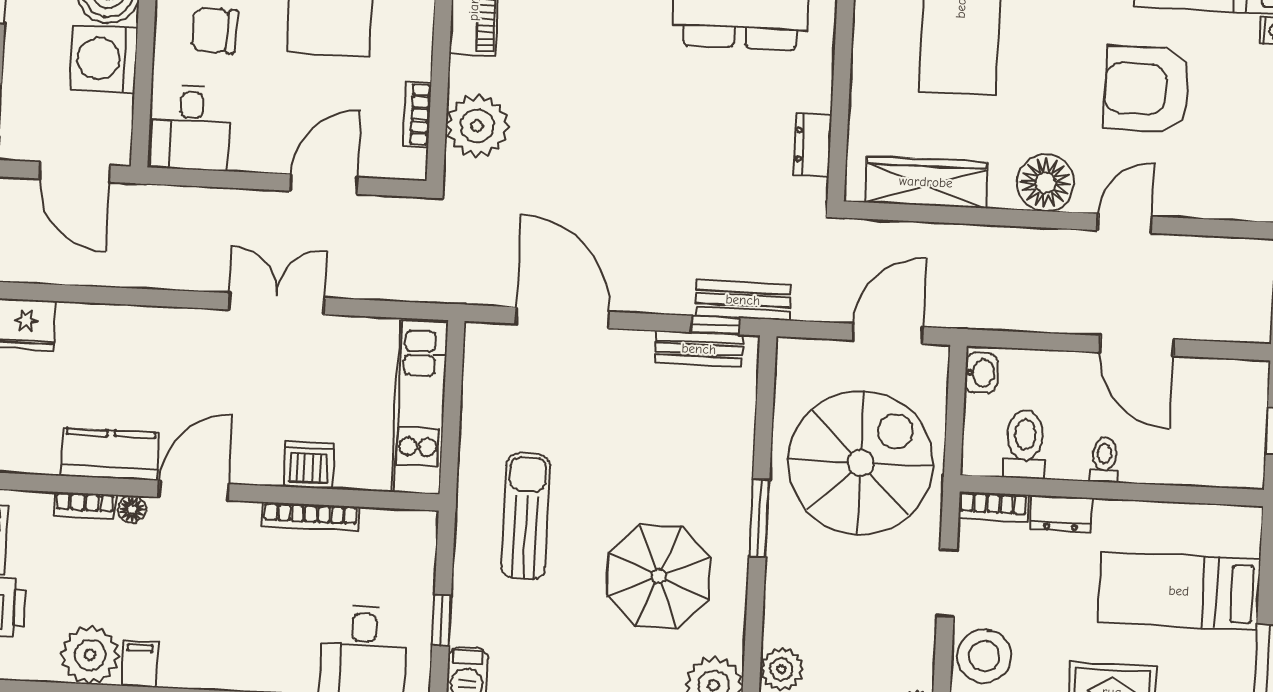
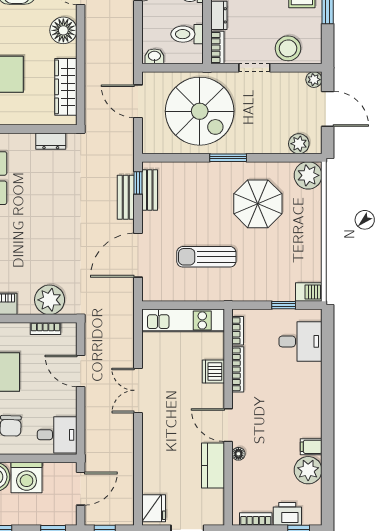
bench: (743, 300) -> (126, 197), moved
spiral stairs: (861, 463) -> (200, 111), turned 180
bookcase: (85, 505) -> (238, 331), moved
sun lounger: (526, 516) -> (206, 257), moved

